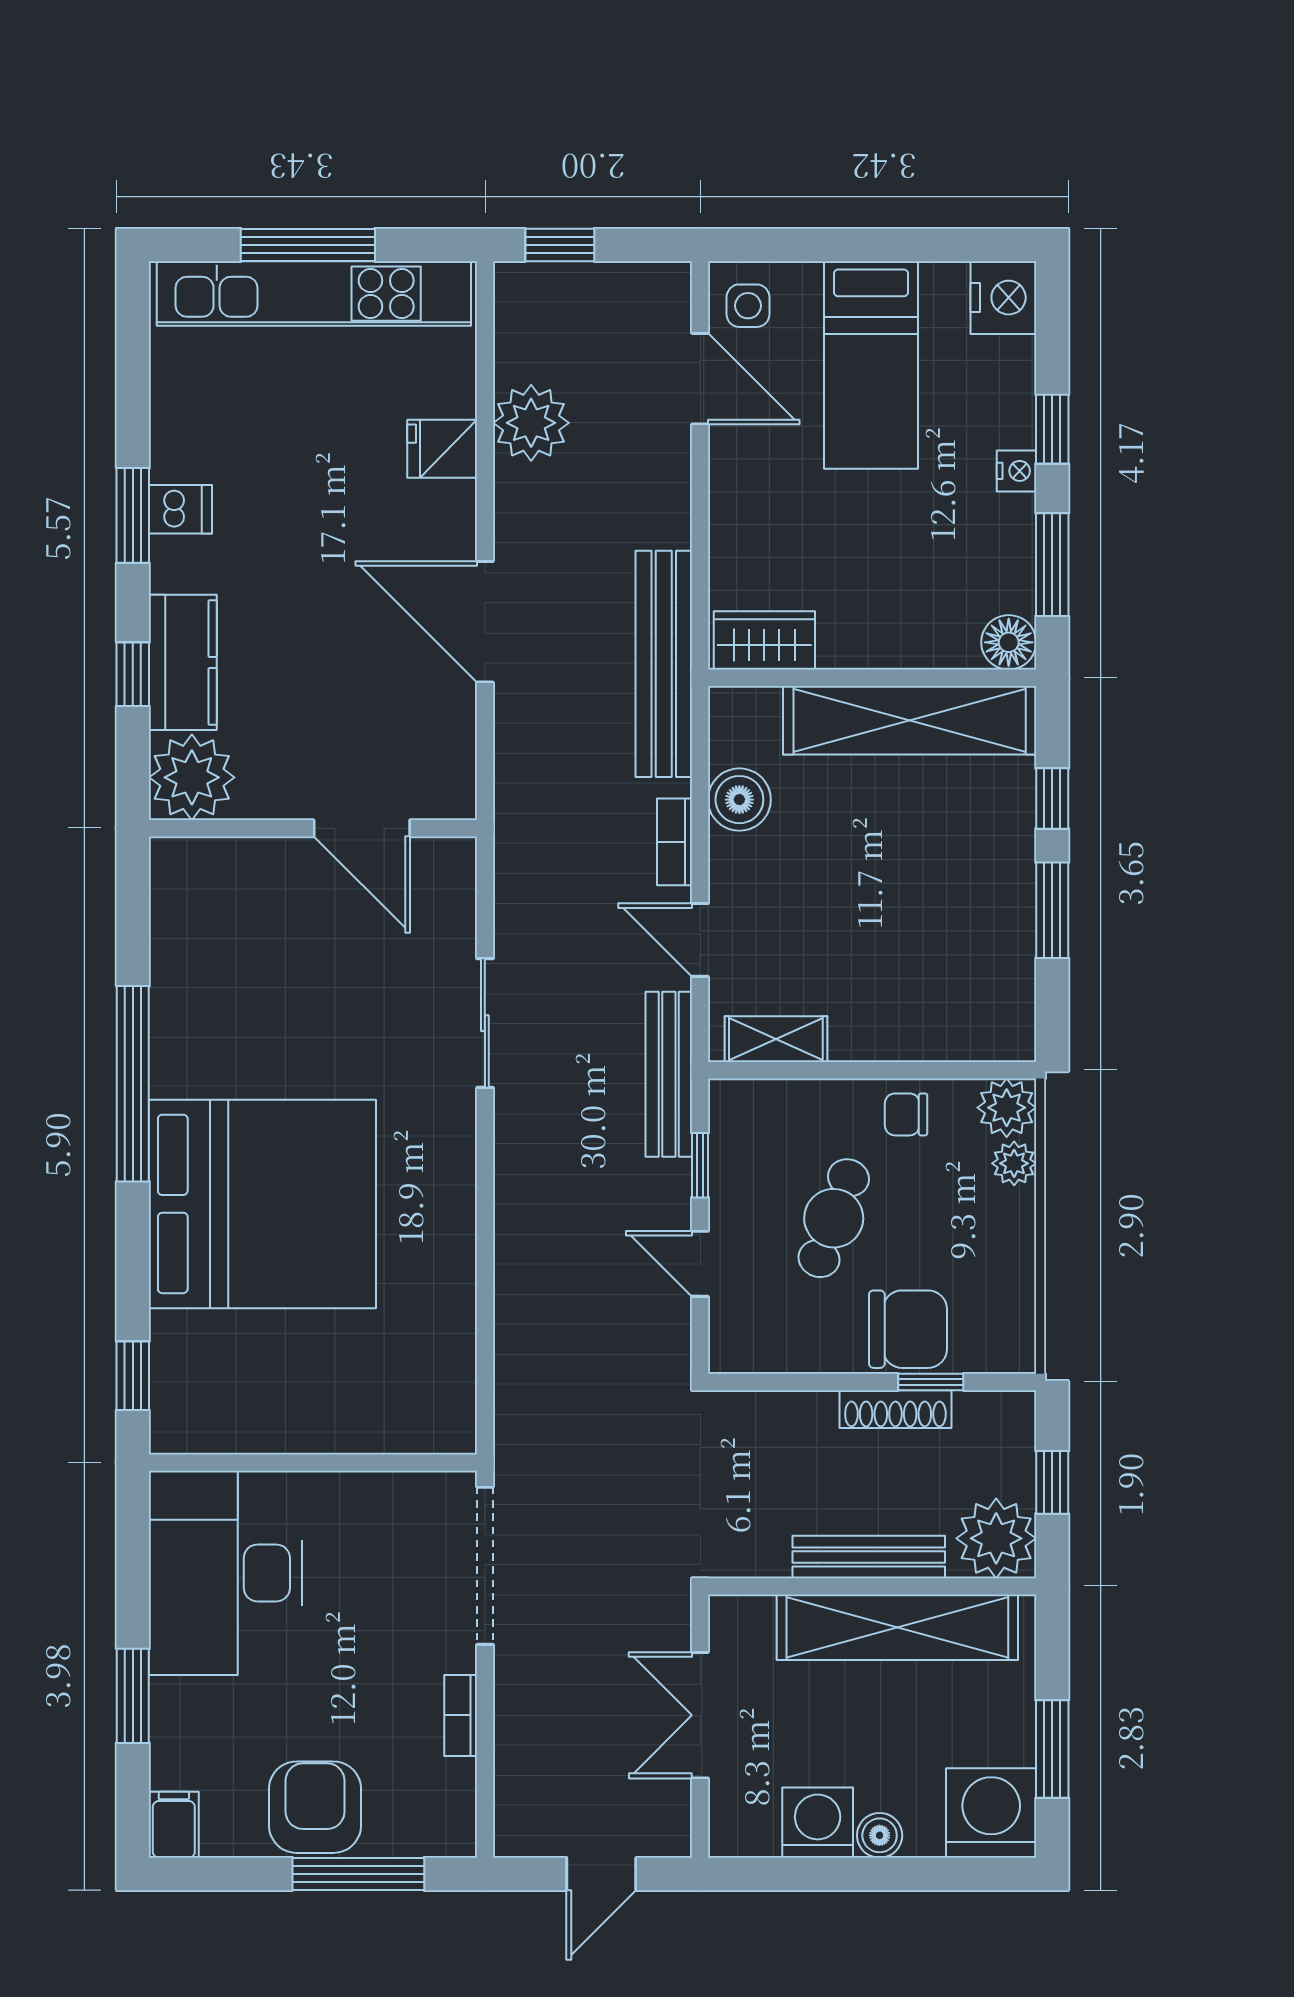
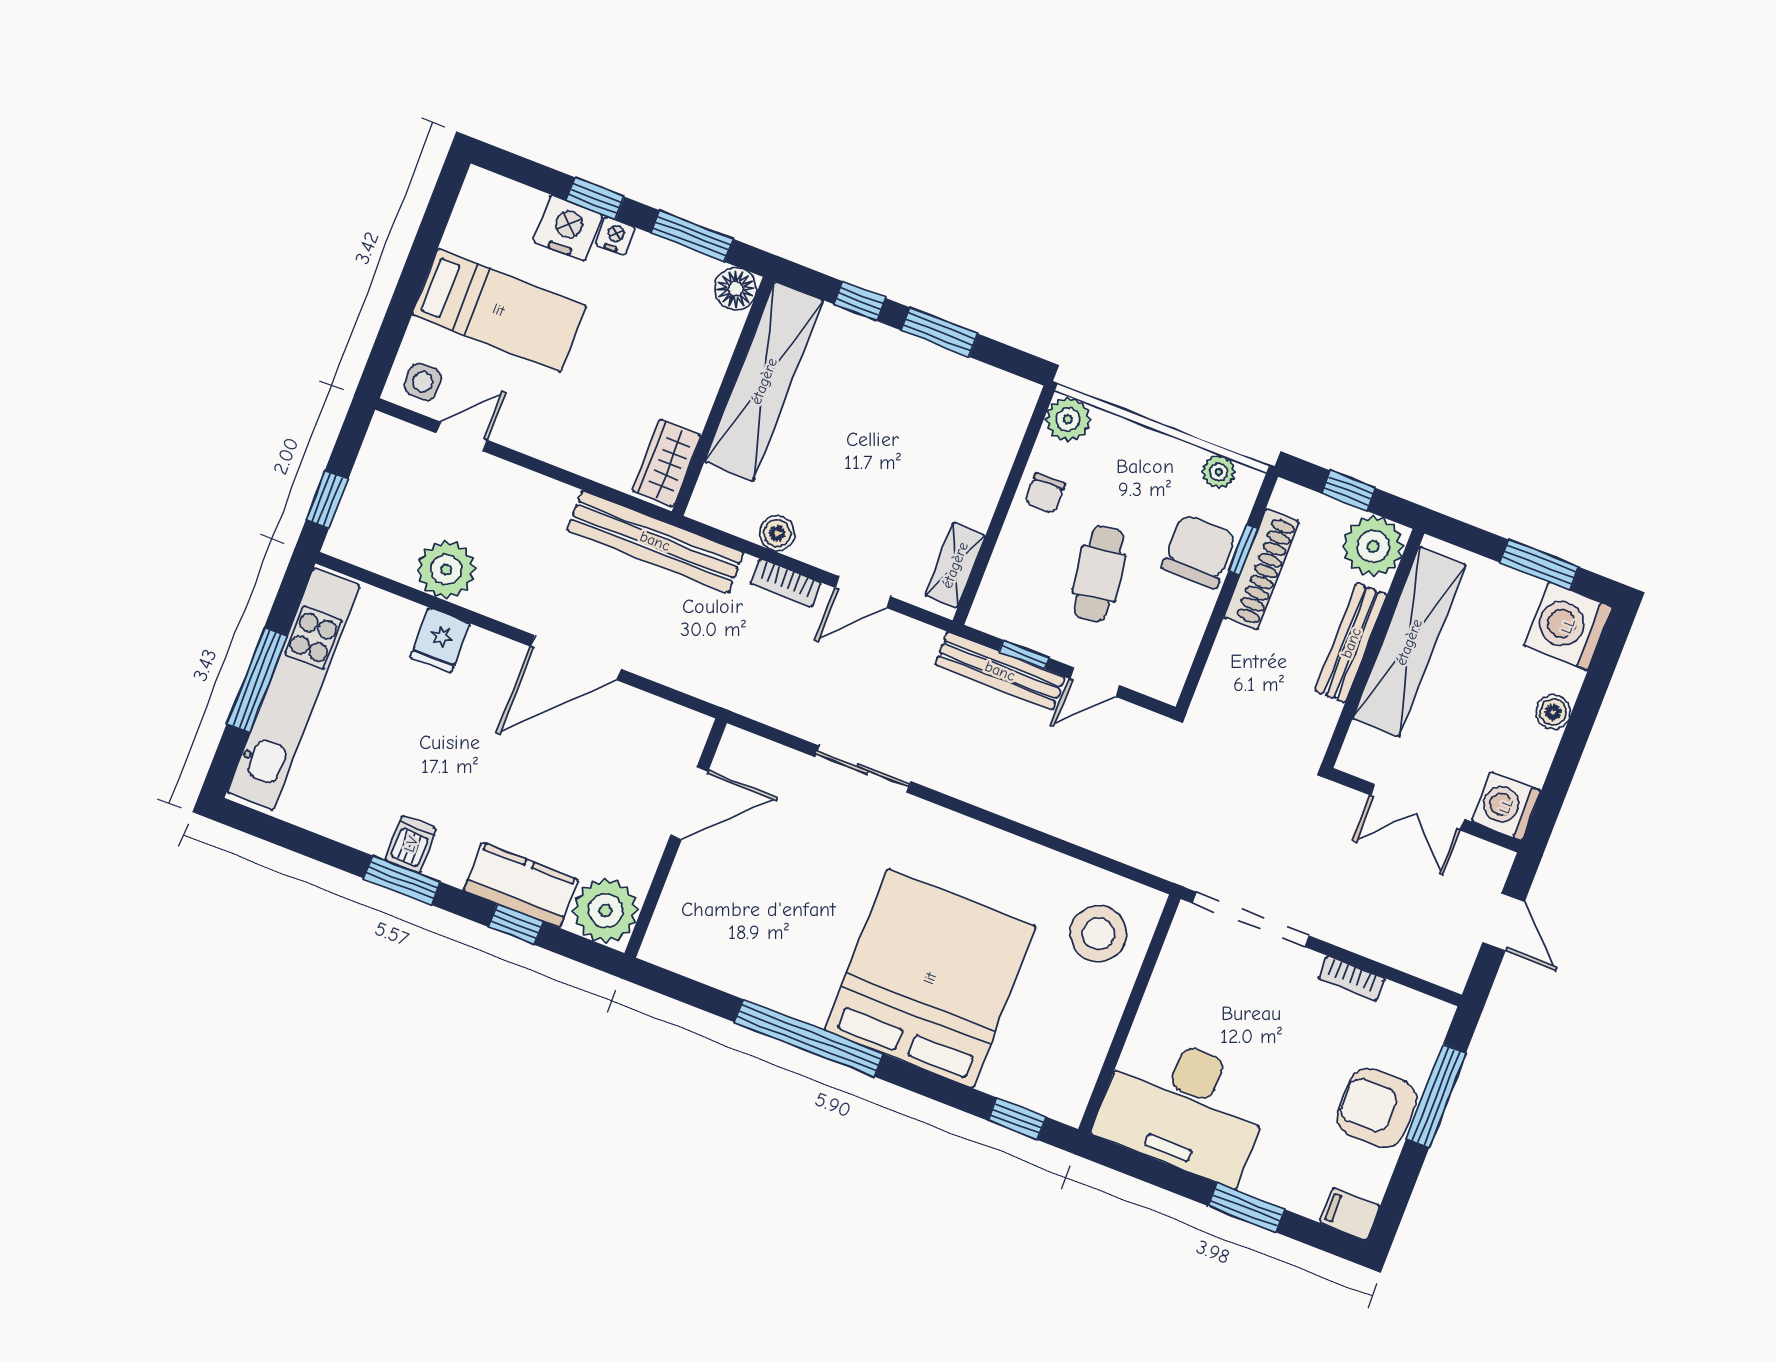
nightstand: (1003, 298) -> (568, 228), moved
door: (700, 379) -> (462, 436), width x0.73
boiler: (739, 800) -> (777, 533), width x0.73, depth x0.73
bench: (669, 1074) -> (1000, 671), moved
plant: (1014, 1163) -> (1219, 472), moved
cafe table: (834, 1218) -> (1099, 574), turned 62
stool: (396, 1387) -> (1098, 933), added
shoe rack: (895, 1409) -> (1261, 569), width x1.36, depth x1.24
washing machine: (818, 1823) -> (1506, 806), moved

